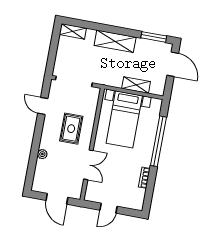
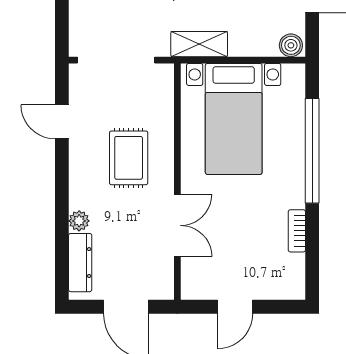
shelving: (136, 85) -> (199, 44), moved
boiler: (158, 90) -> (291, 45), added
dresser: (39, 174) -> (80, 263), added

